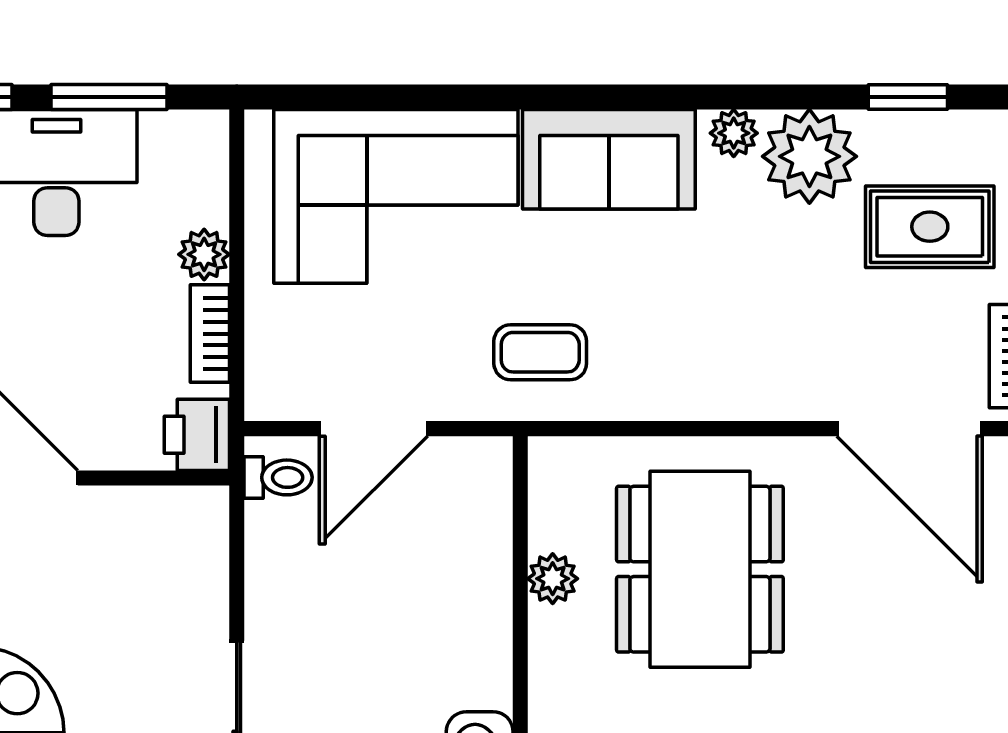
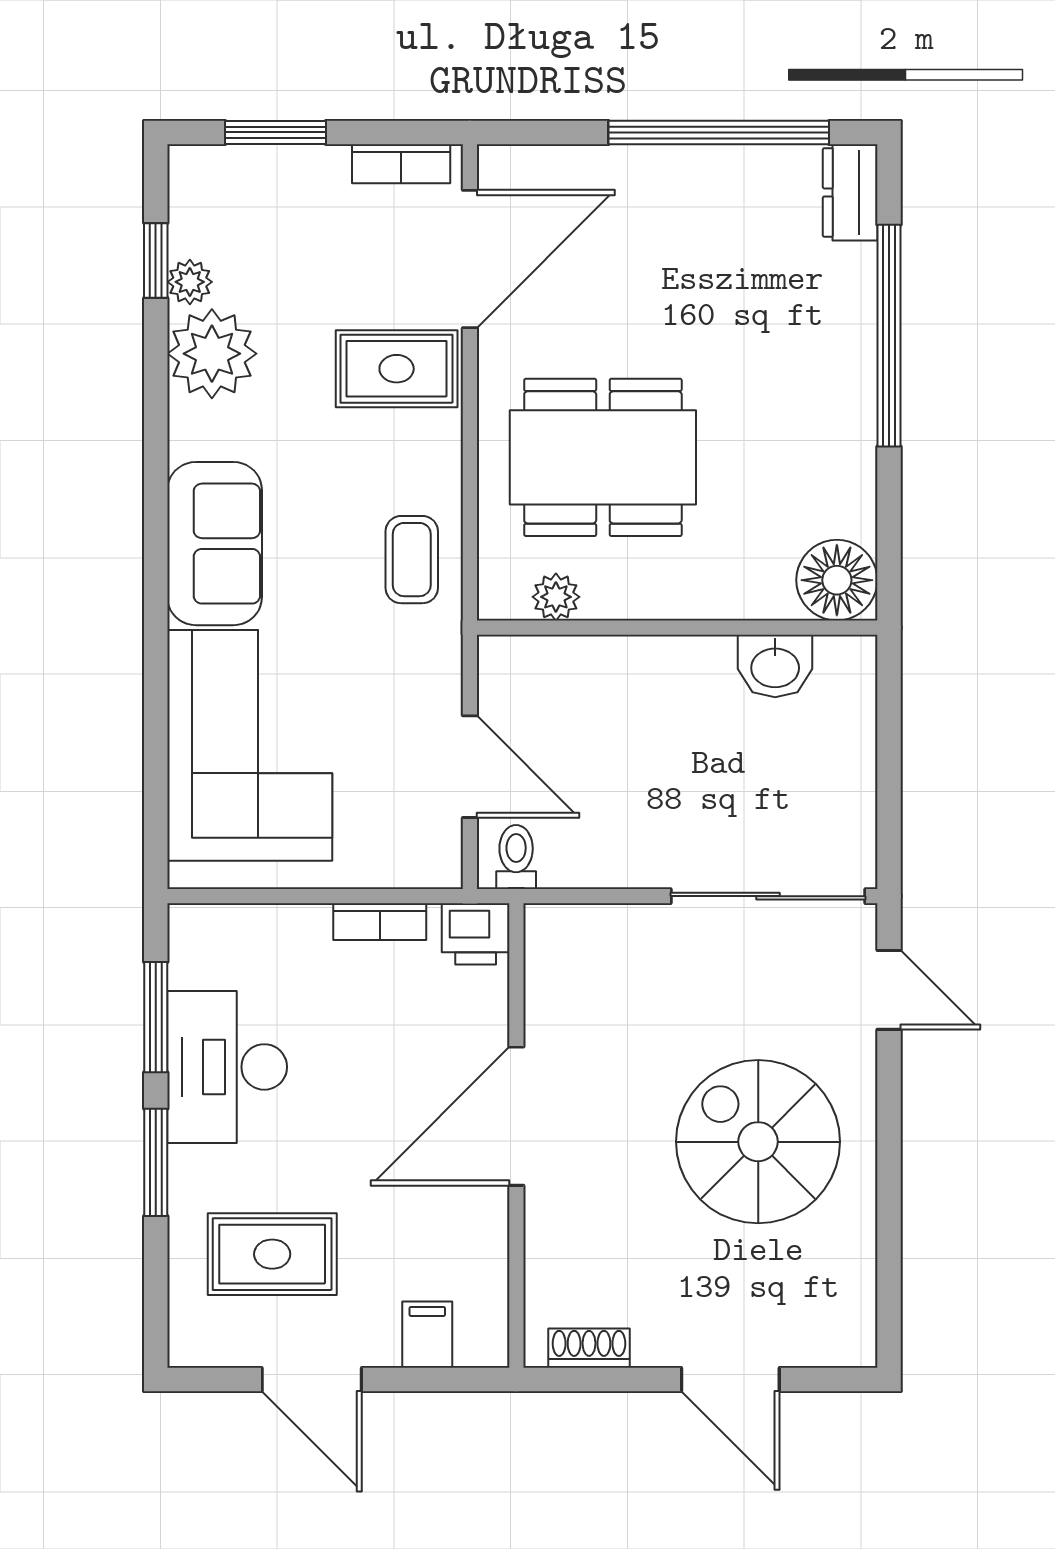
plant: (734, 133) -> (190, 282), moved
rug: (930, 227) -> (397, 369), moved, turned 90
plant: (204, 254) -> (305, 927), removed
coffee table: (540, 352) -> (412, 560), moved
plant: (553, 579) -> (556, 597), moved

